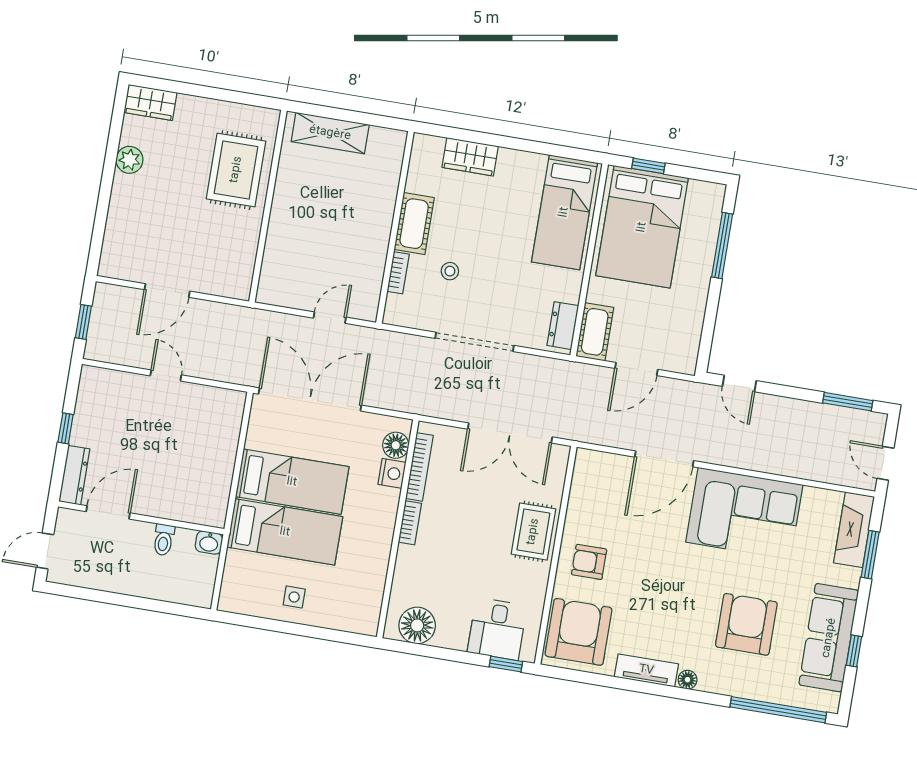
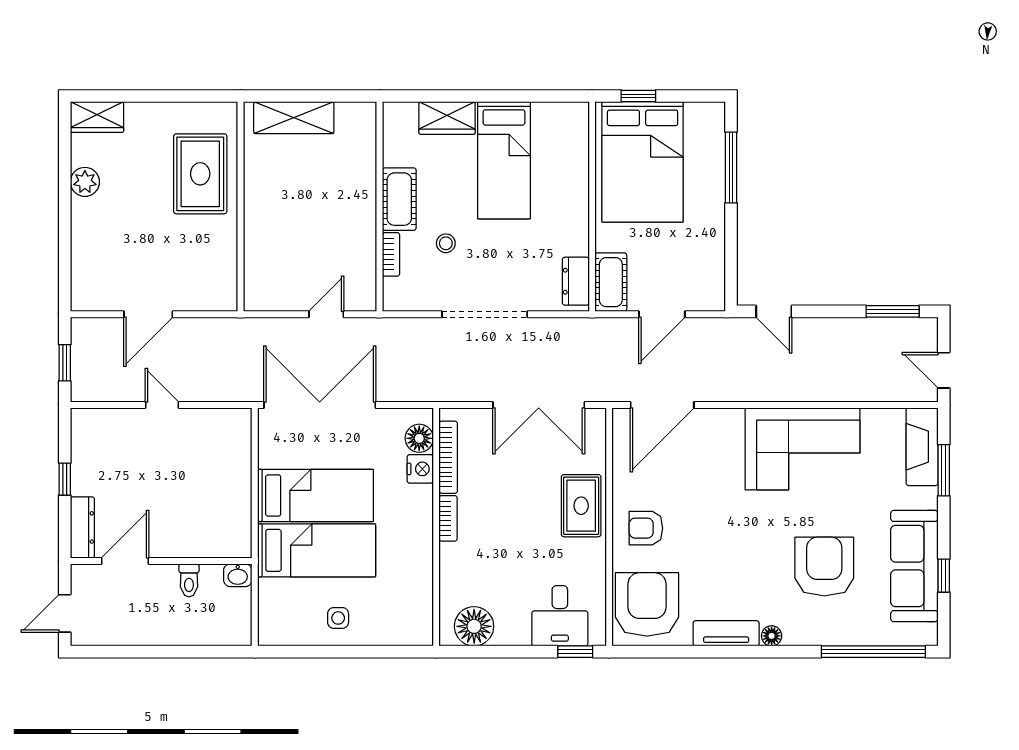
bed: (564, 212) -> (504, 160), moved
door: (664, 459) -> (662, 405), moved

